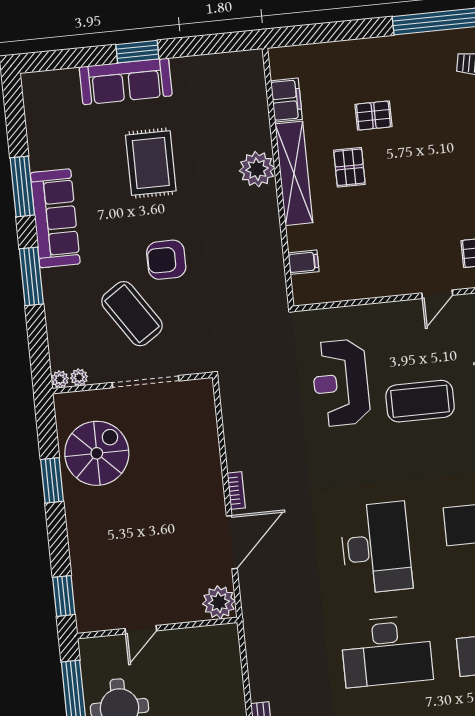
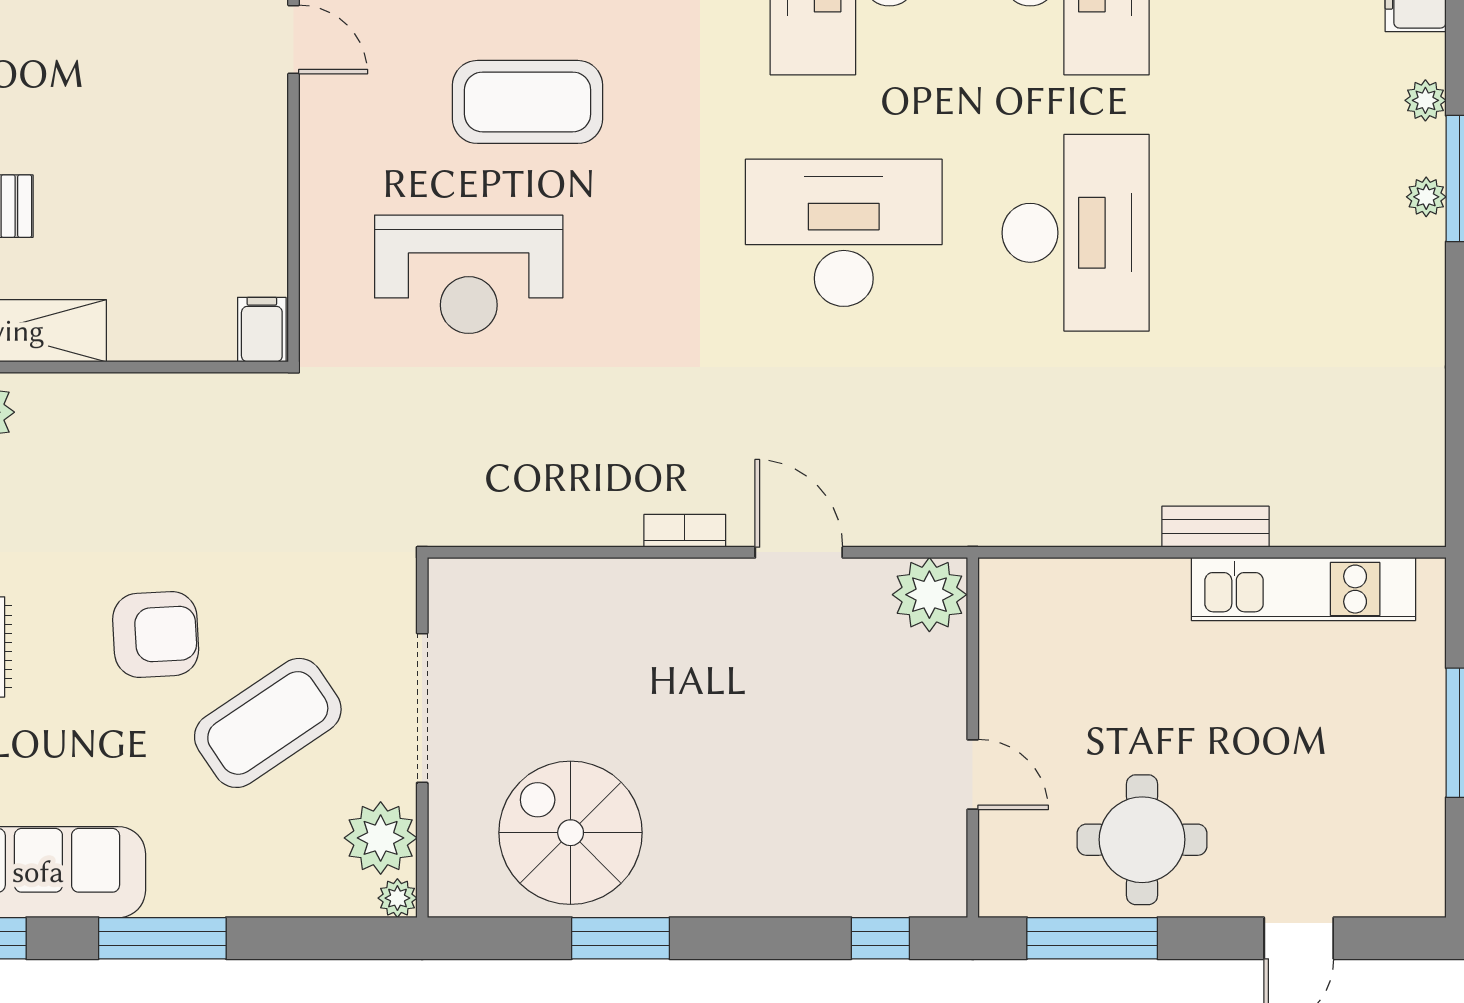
armchair: (166, 260) -> (156, 634), turned -93
filing cabinet: (304, 262) -> (262, 330), moved
plant: (79, 377) -> (381, 838), width x1.87, depth x1.87
coffee table: (420, 401) -> (528, 102), turned 90
door: (232, 542) -> (799, 552), width x0.73
window: (64, 596) -> (880, 938), width x0.67

